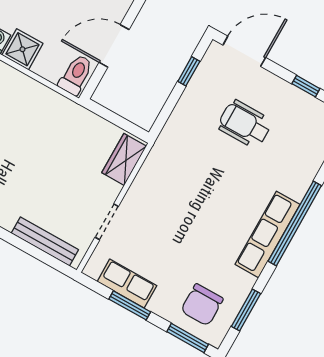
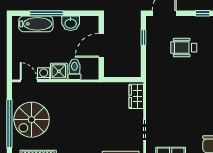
toilet: (76, 75) -> (74, 69), moved

